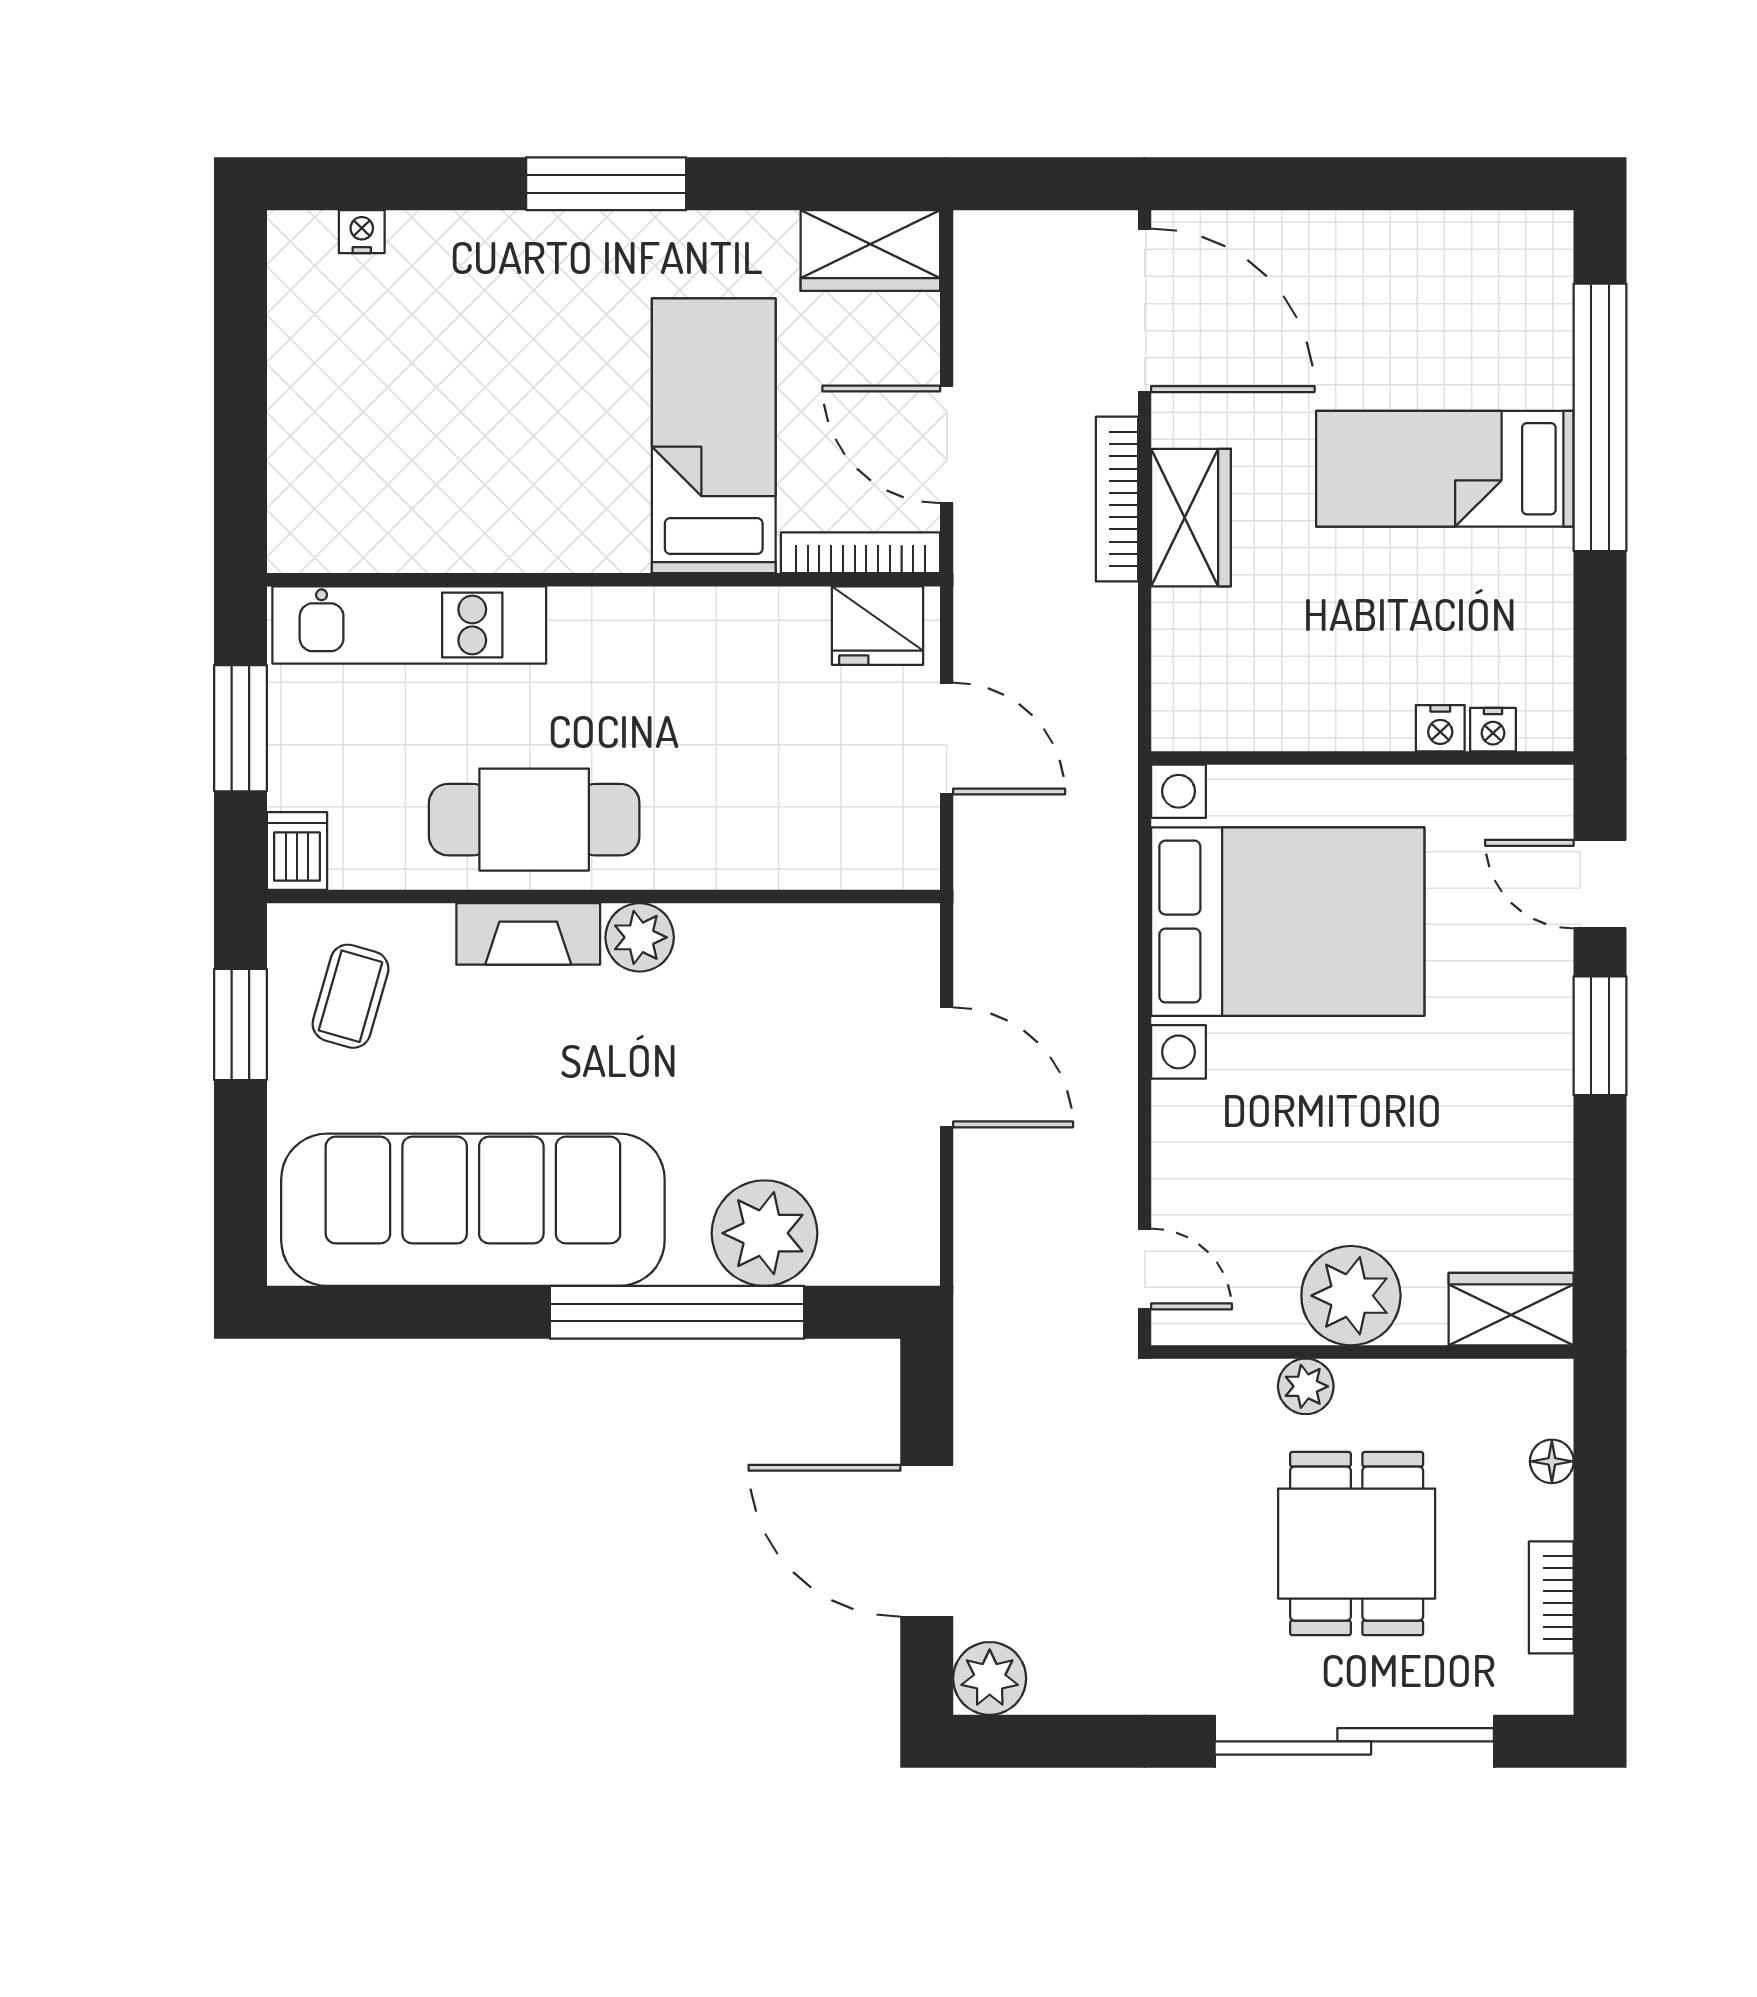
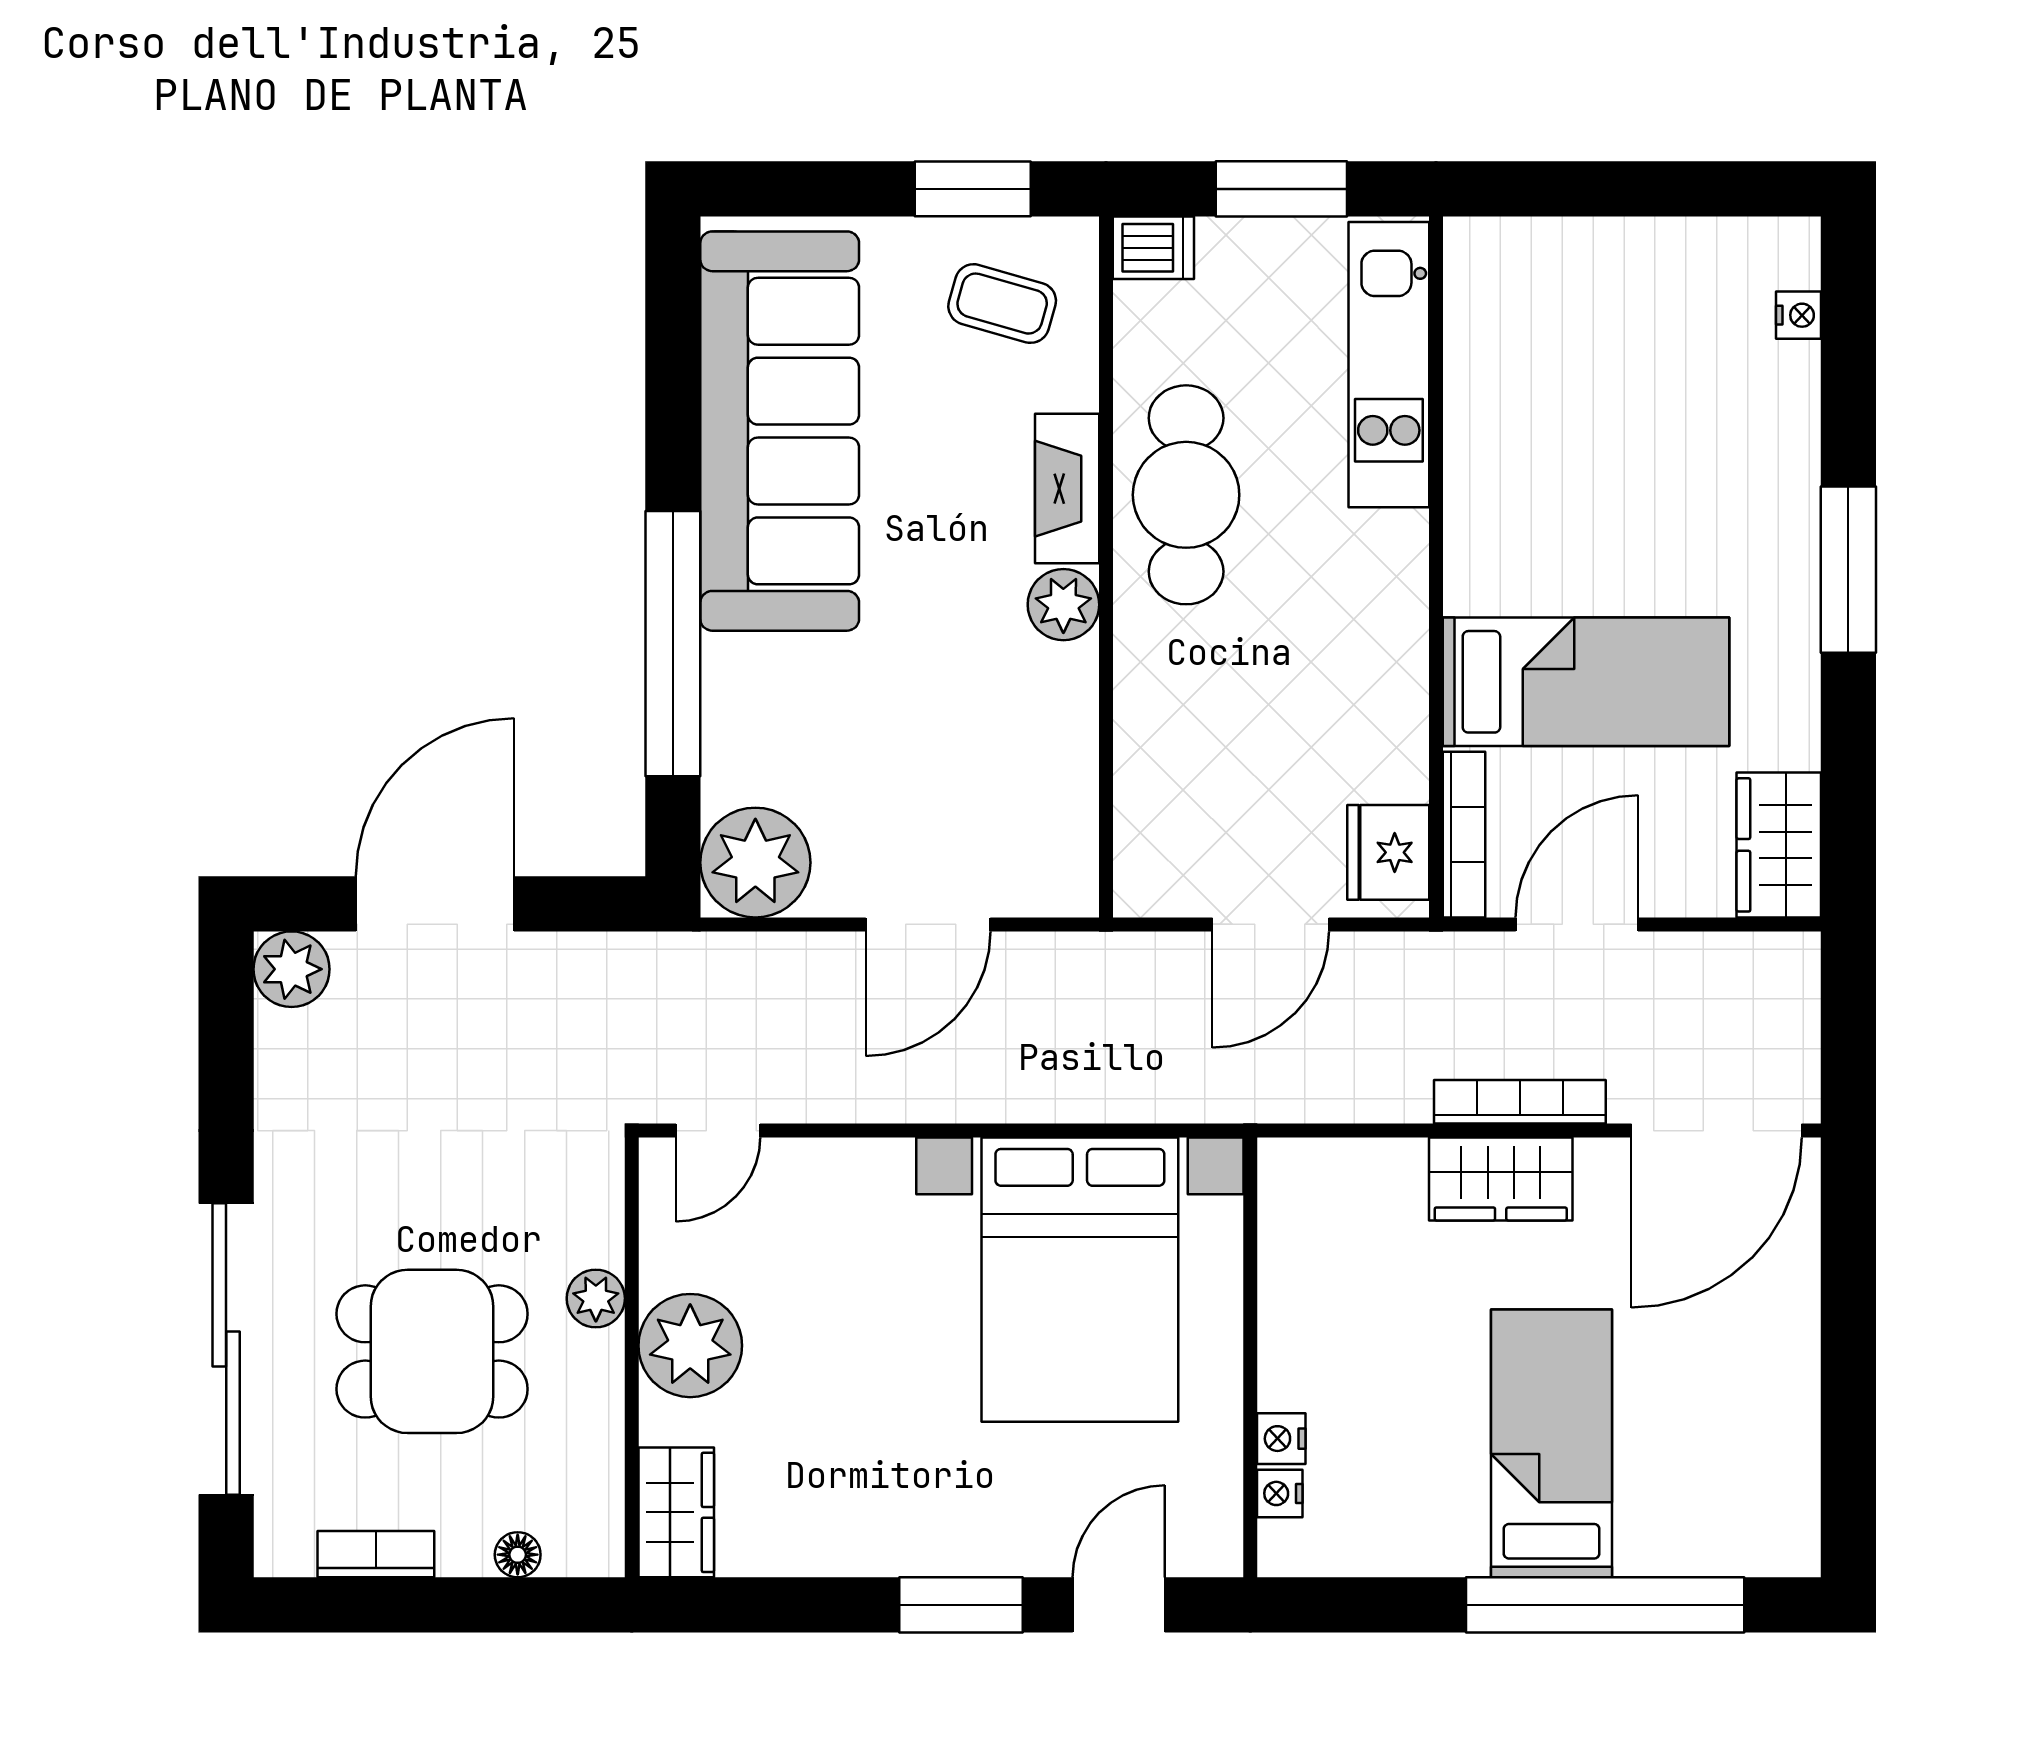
plant: (764, 1233) -> (755, 863), moved

